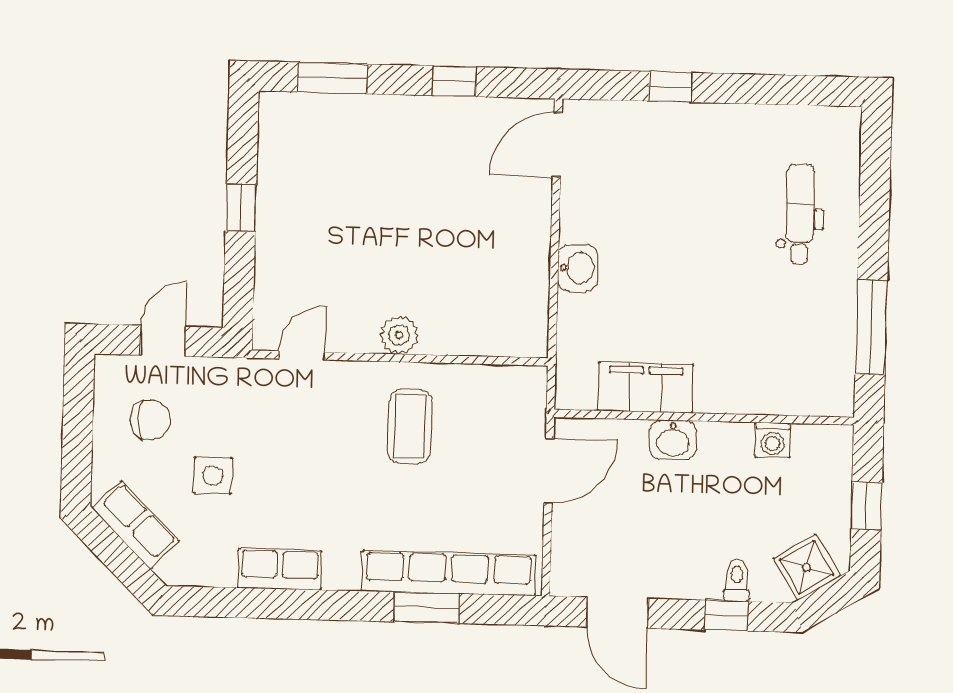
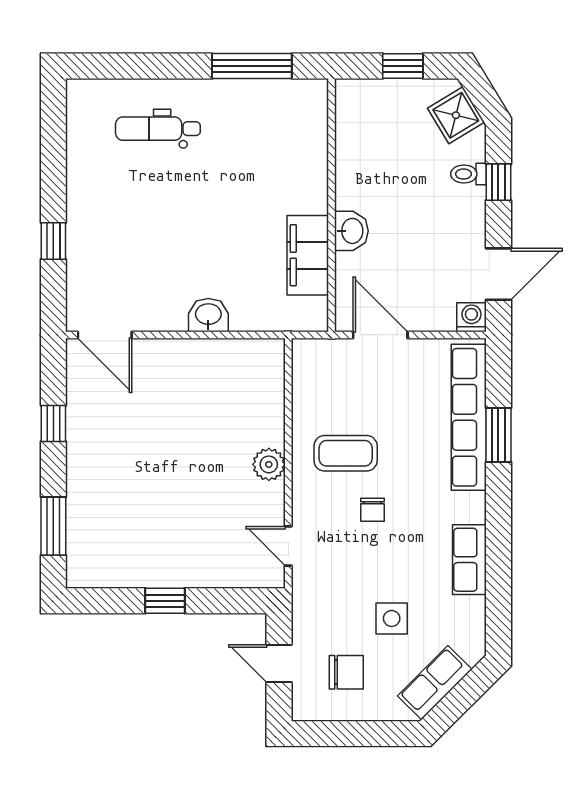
chair: (150, 420) -> (346, 672), turned 90
washing machine: (773, 440) -> (471, 317), moved, turned -90
chair: (342, 456) -> (373, 510), added

